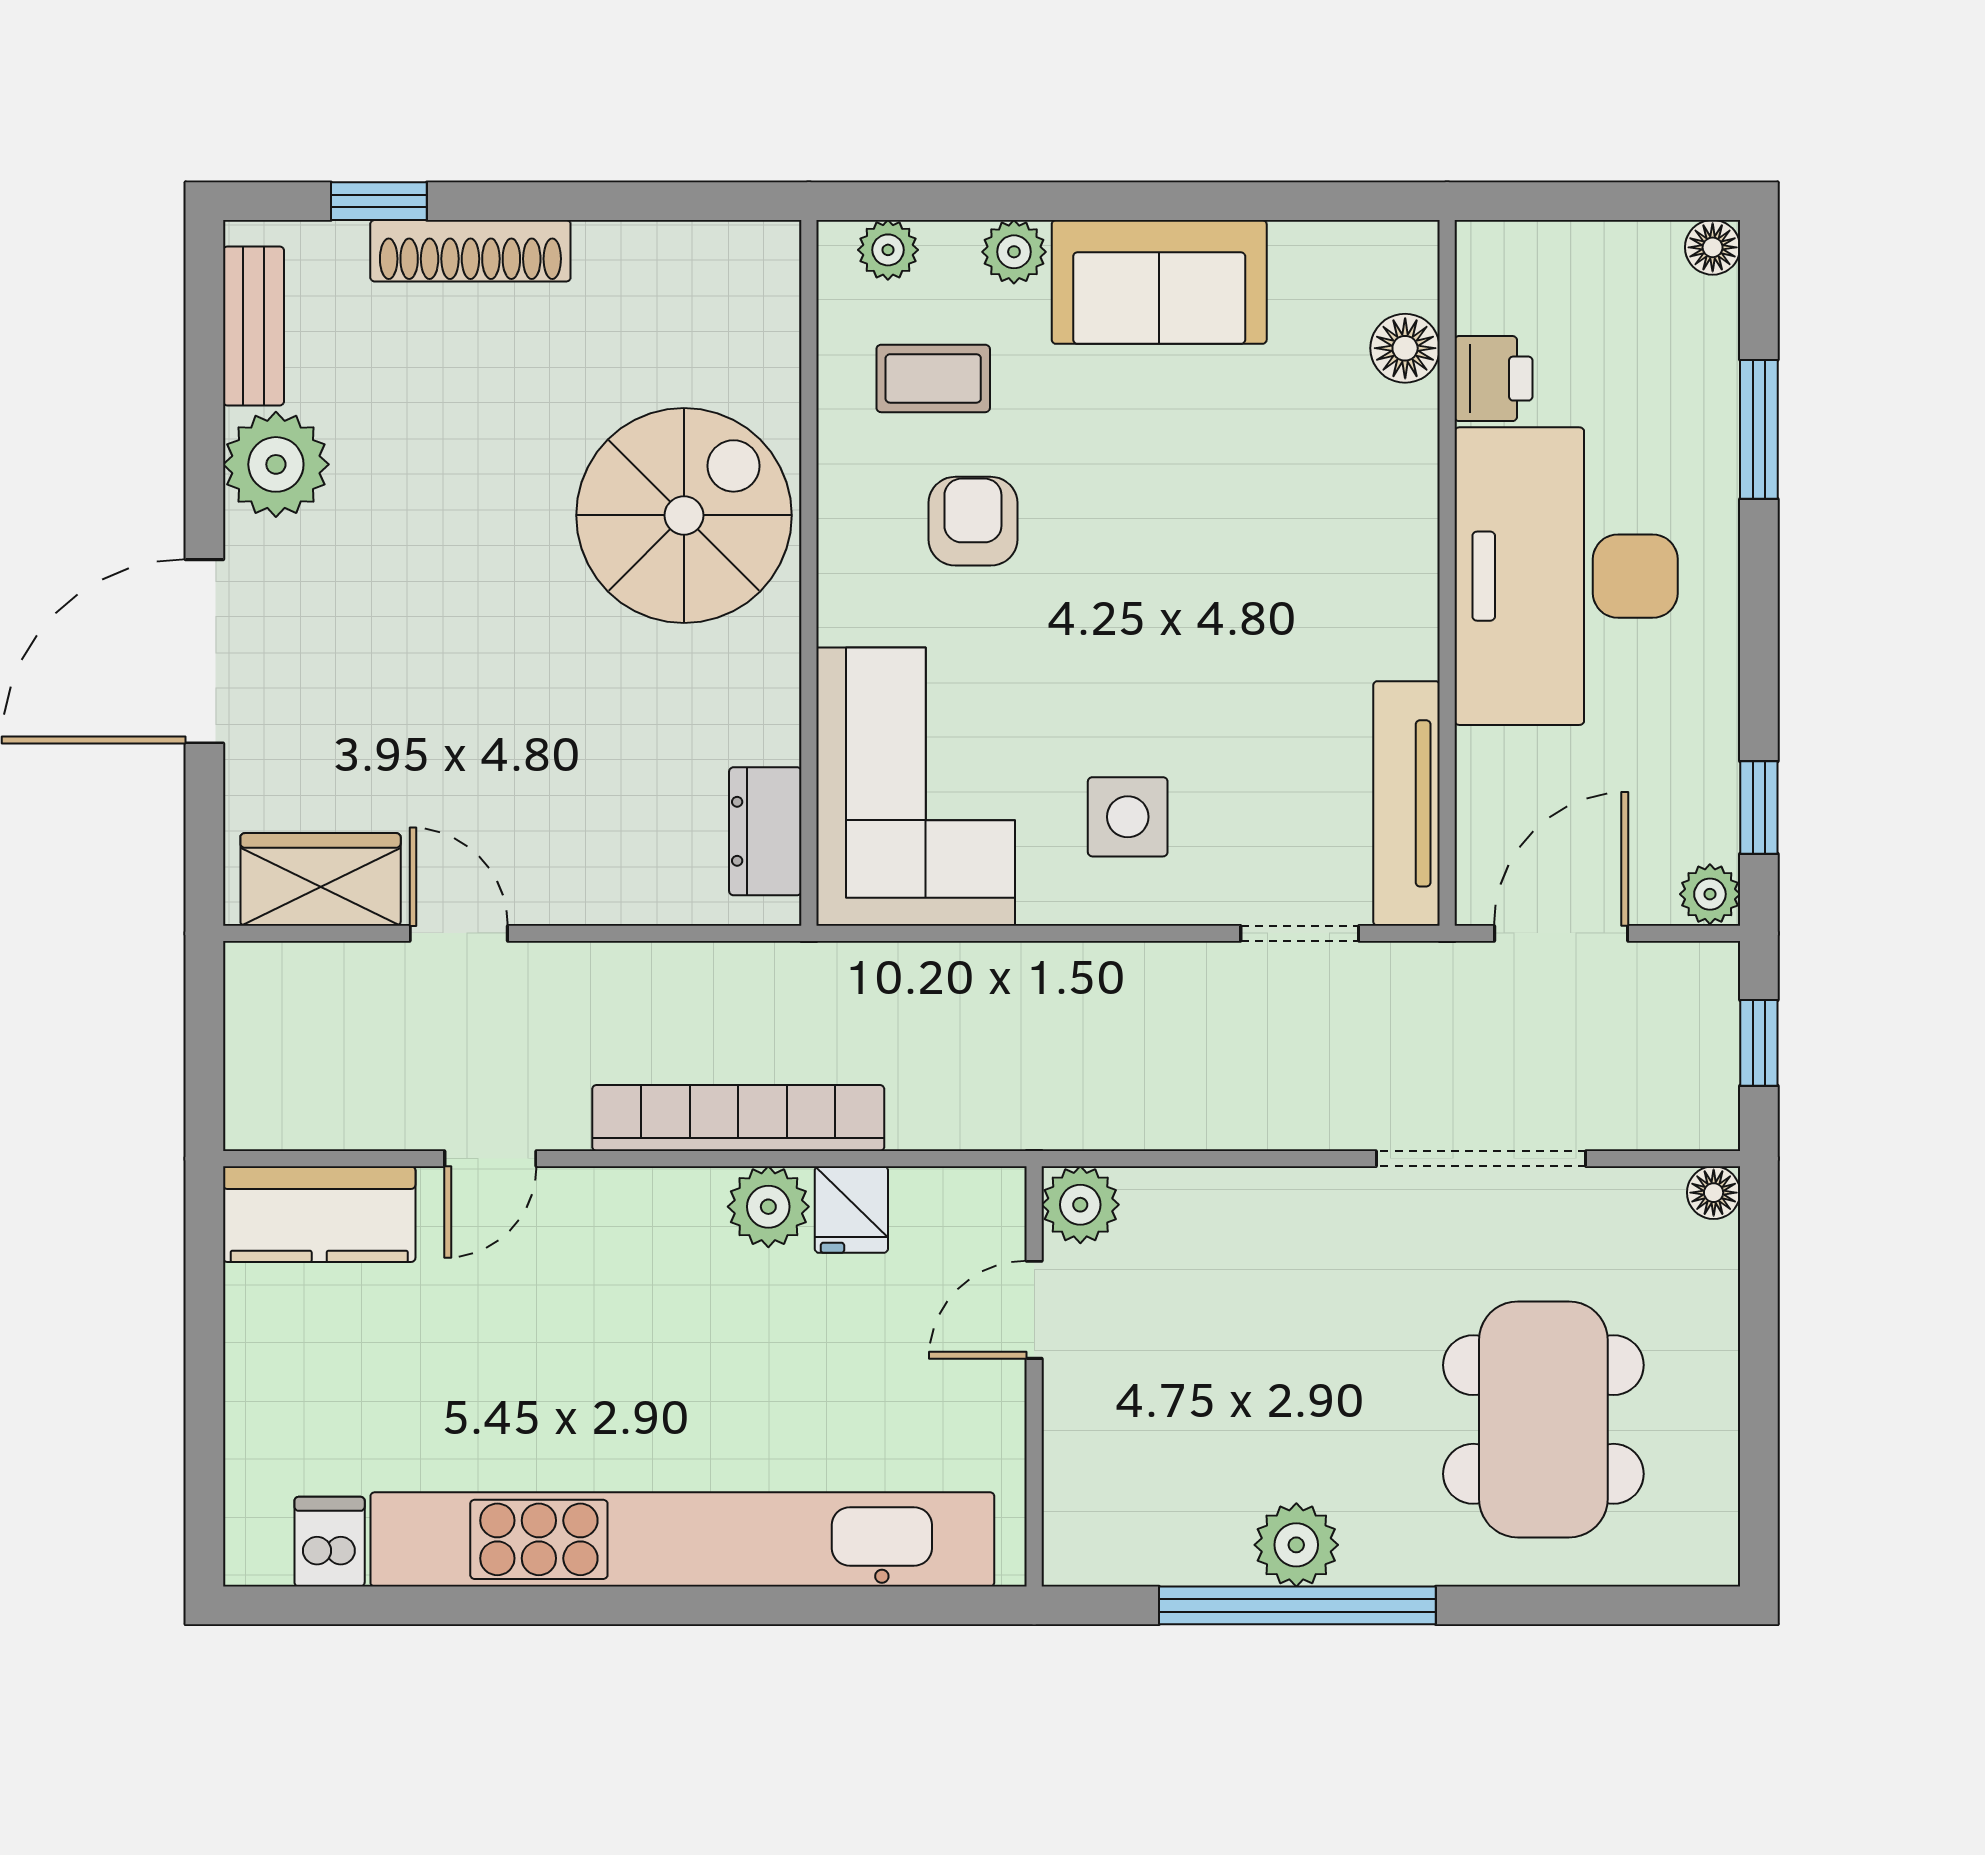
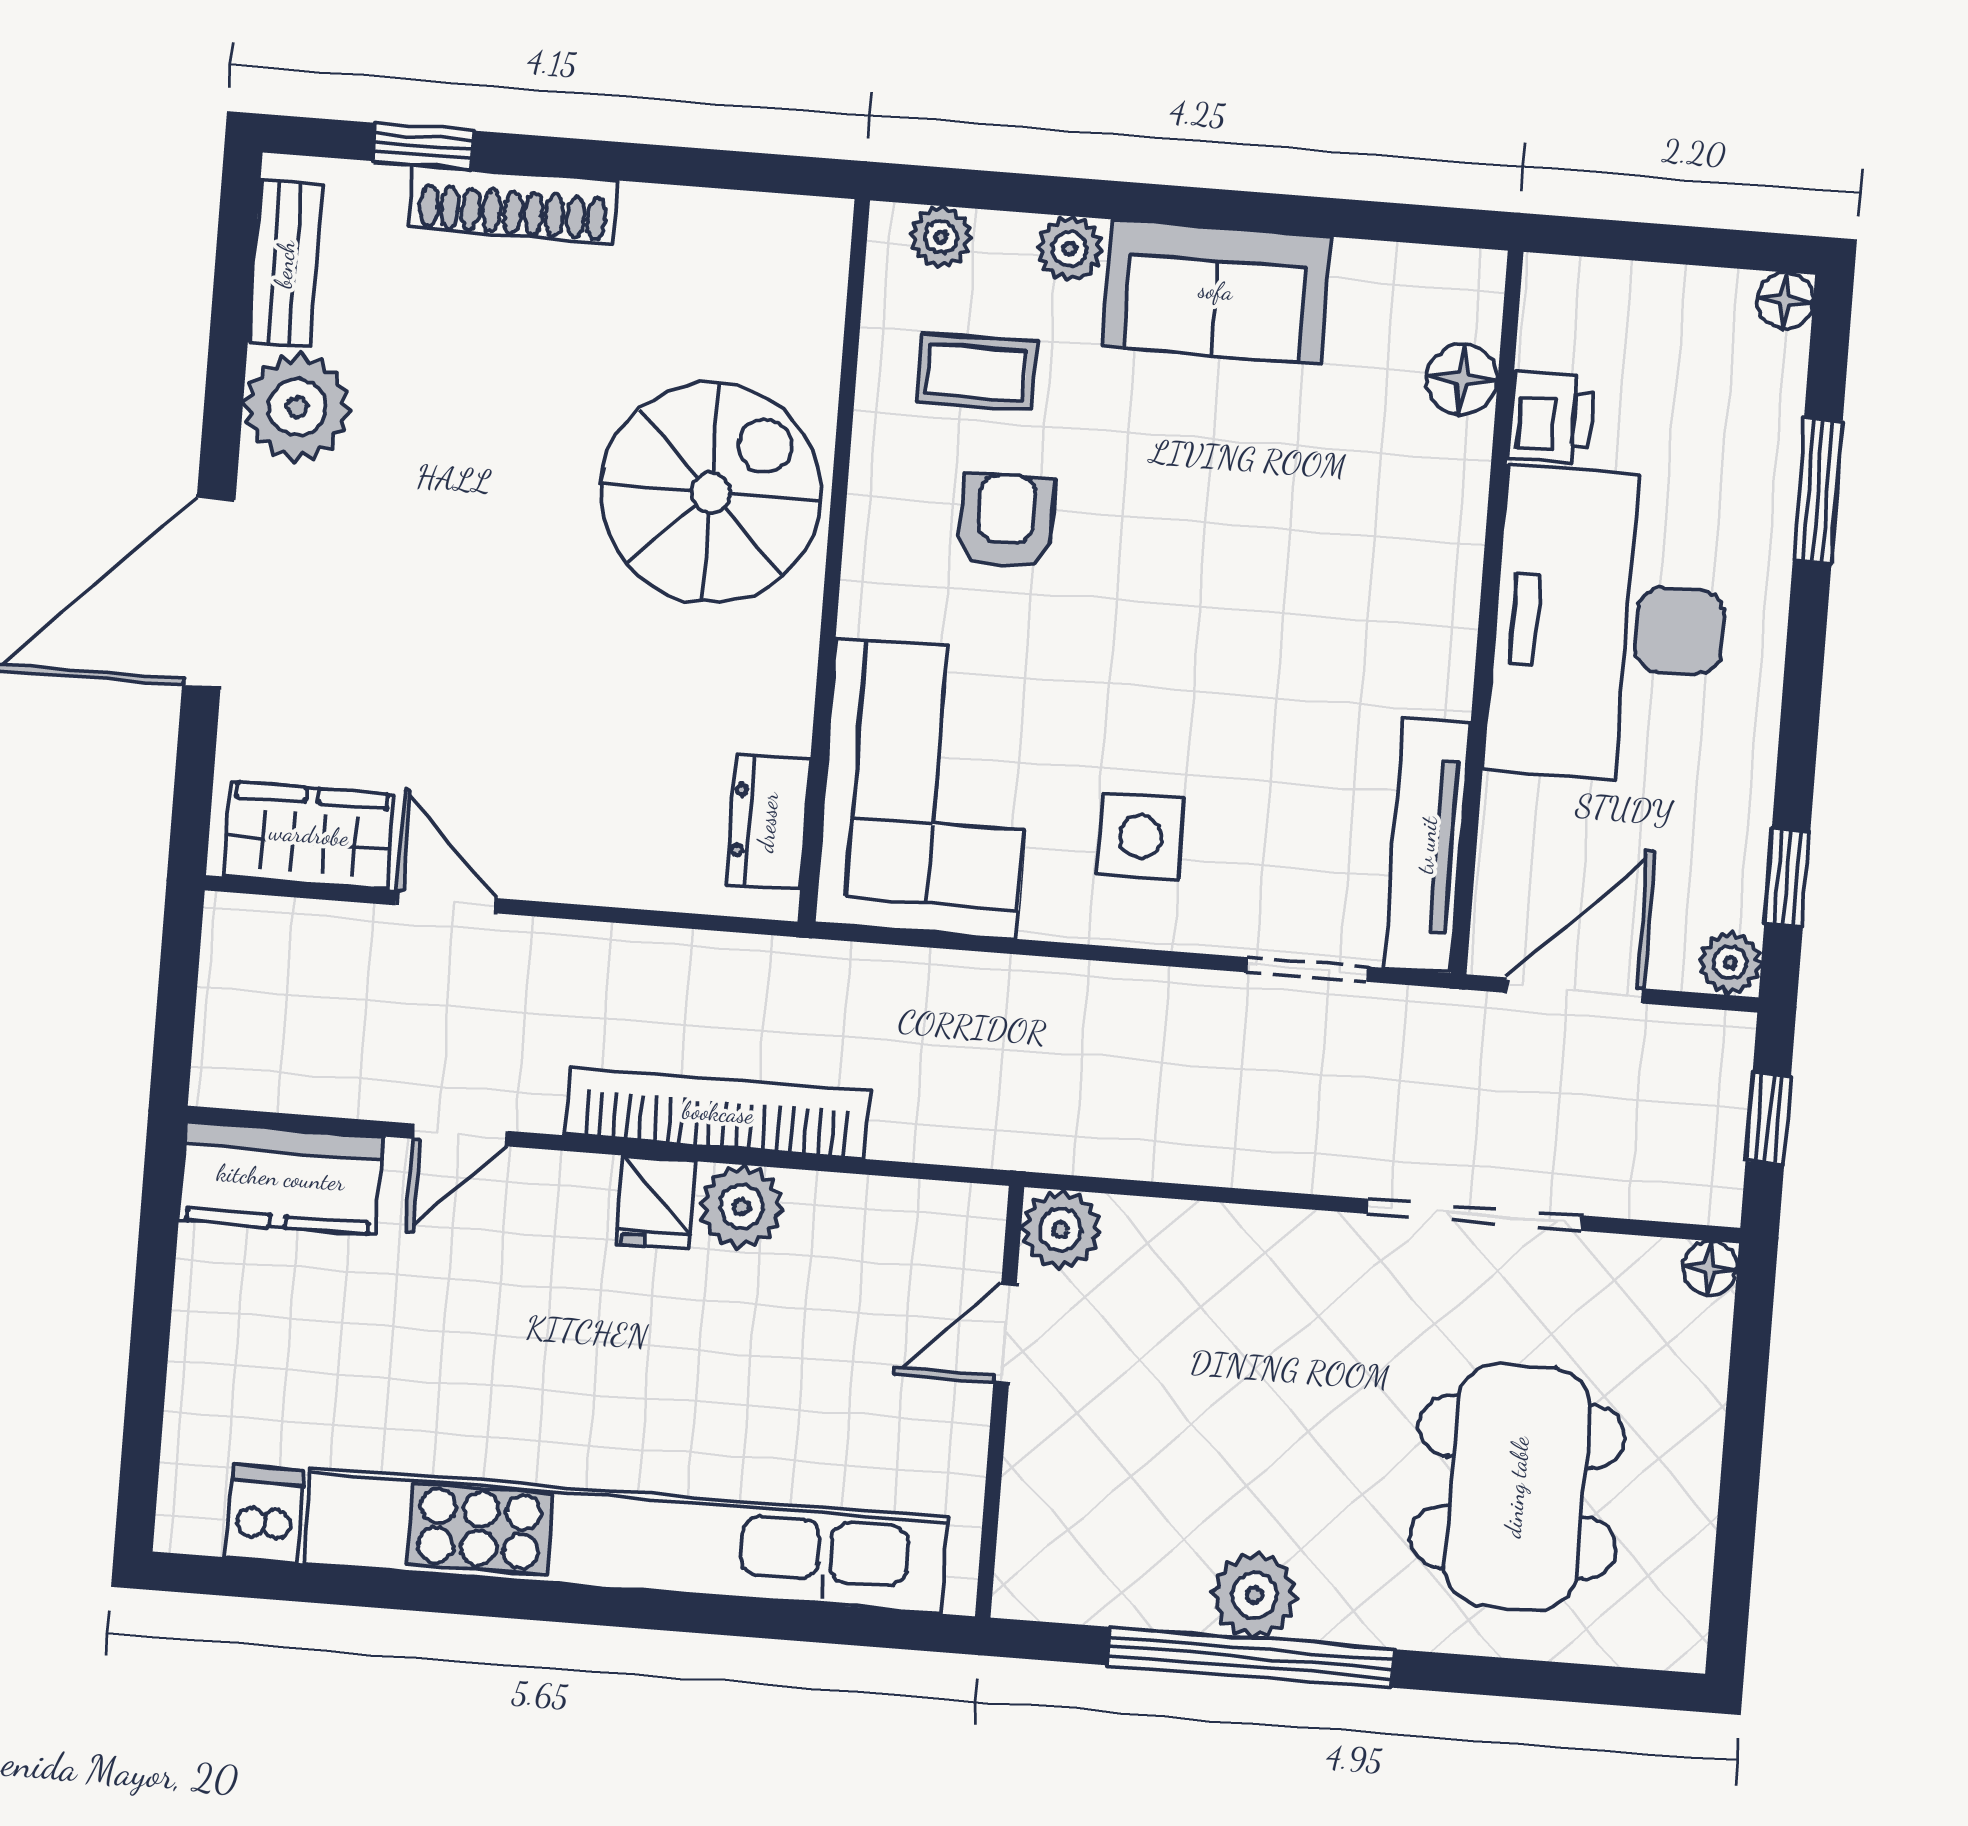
fridge: (851, 1210) -> (656, 1203), moved

